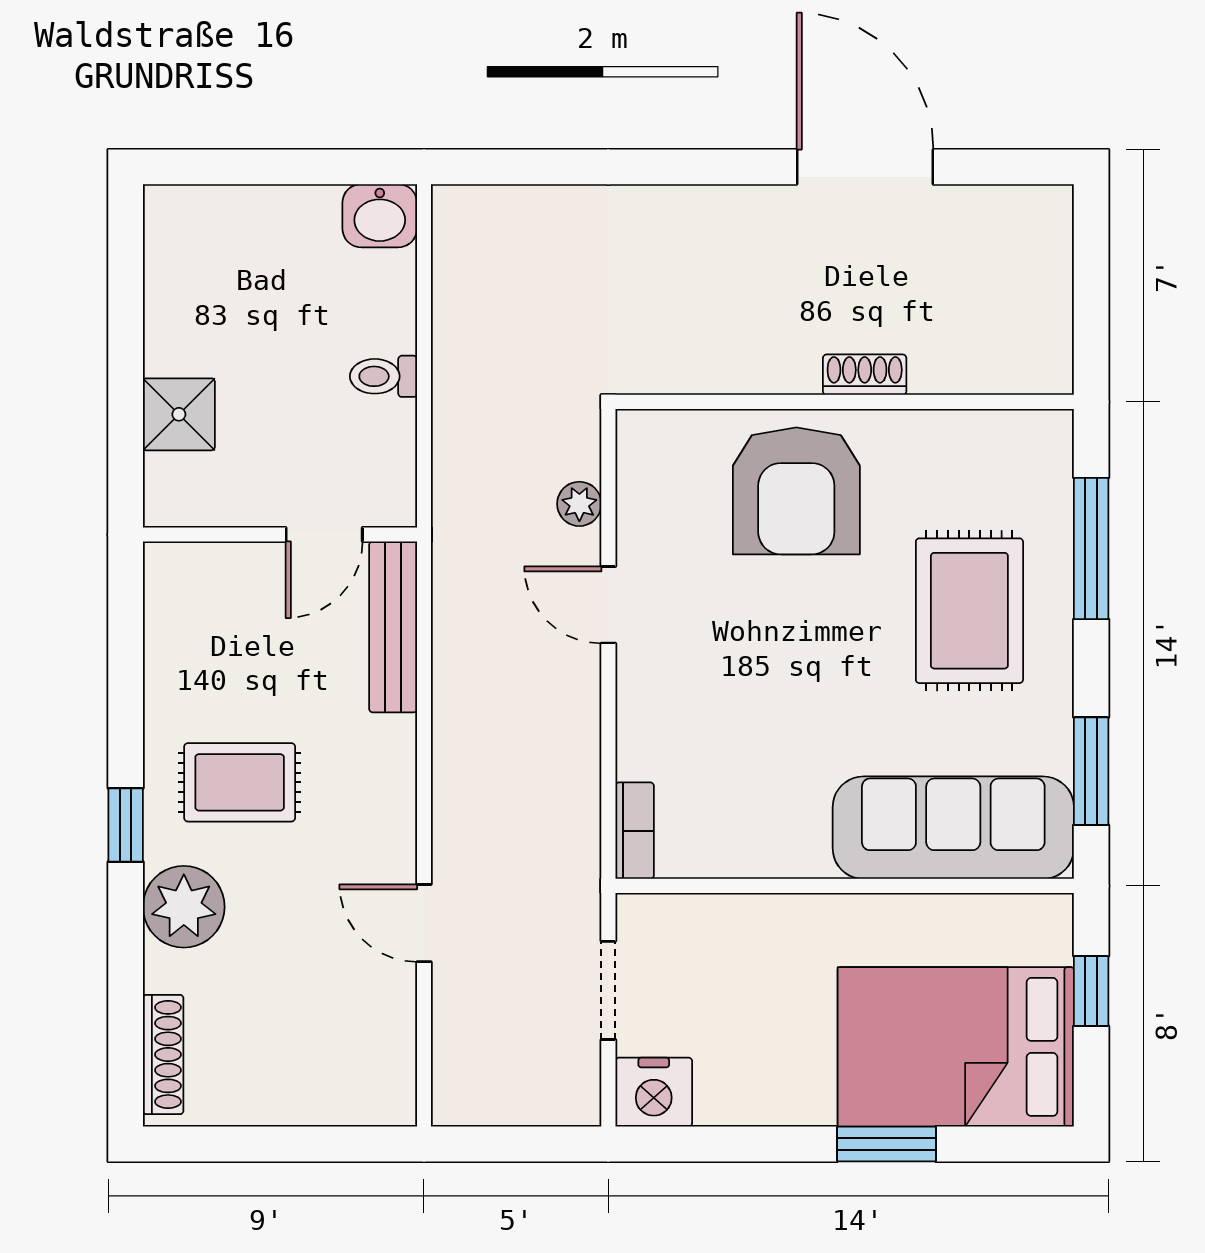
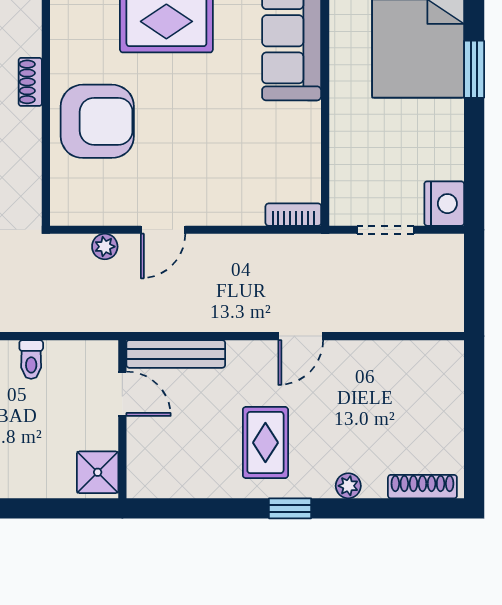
shower: (179, 414) -> (98, 472), moved
plant: (184, 907) -> (348, 486), width x0.53, depth x0.53
door: (424, 923) -> (301, 336), moved

